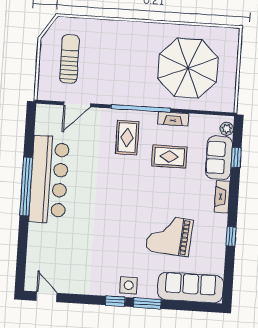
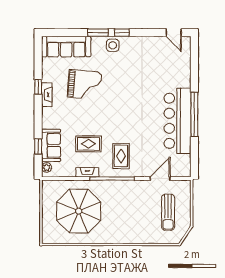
fireplace: (222, 197) -> (47, 95), moved

